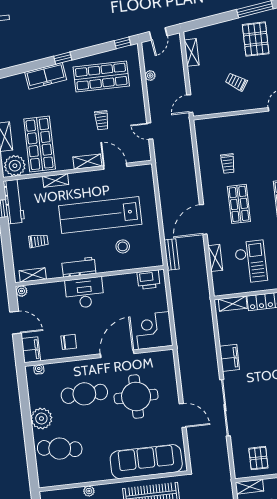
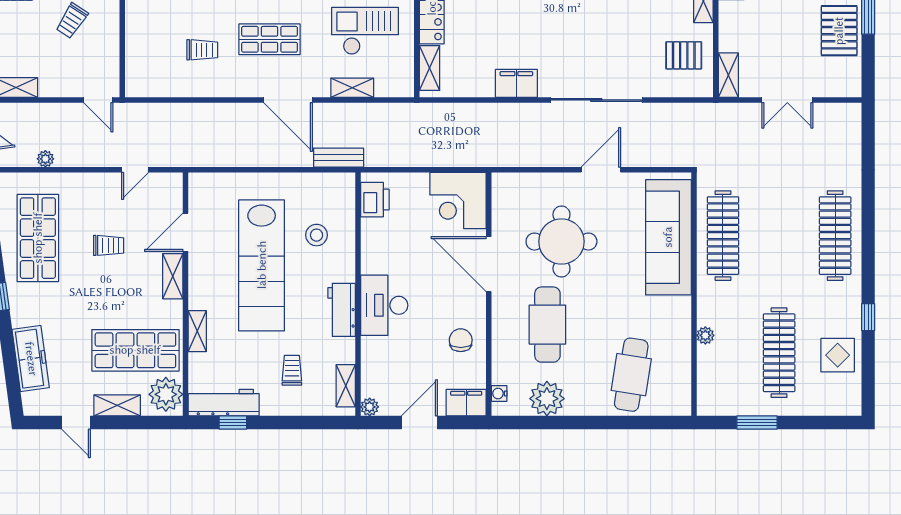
freezer: (46, 76) -> (31, 359), moved
plant: (41, 419) -> (547, 399), moved

